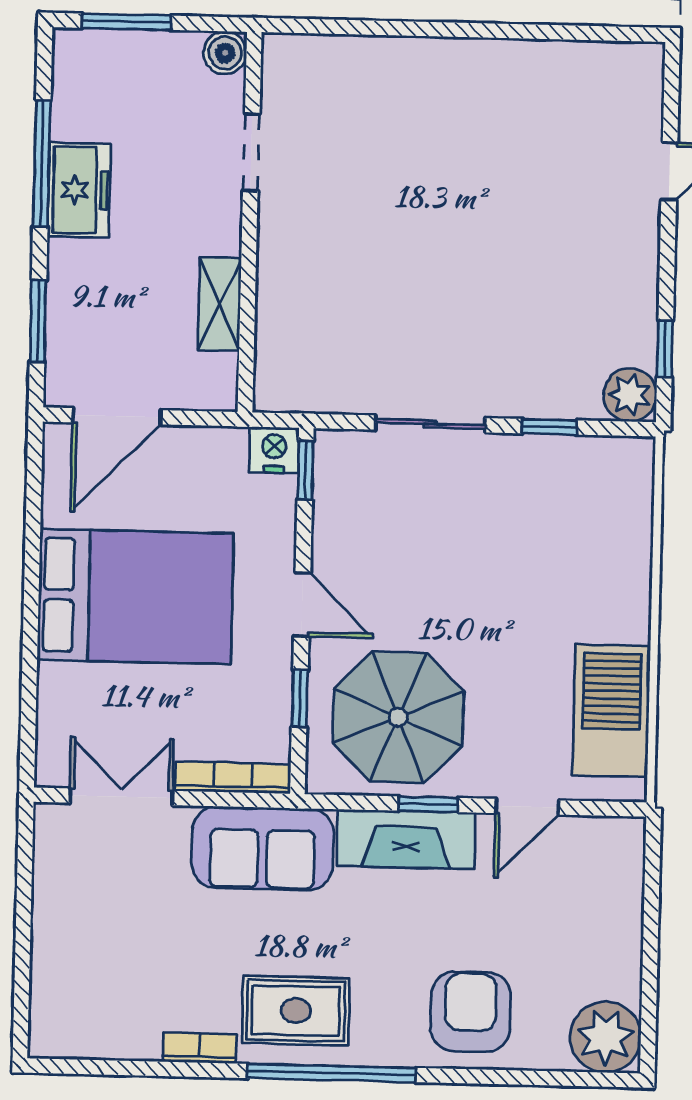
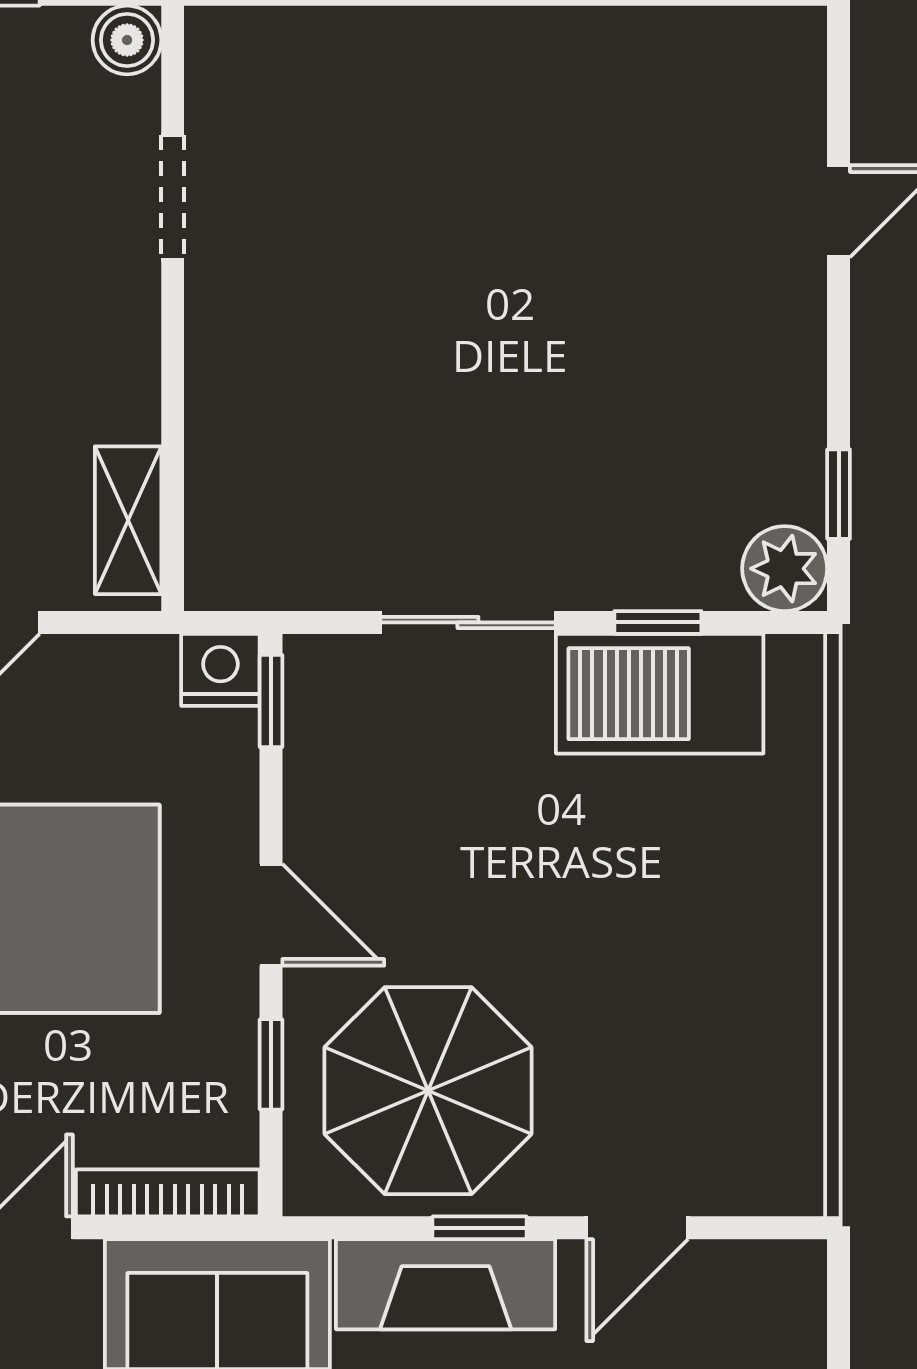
shelving: (220, 304) -> (128, 520), moved
barbecue: (611, 711) -> (660, 694), moved, turned -90

